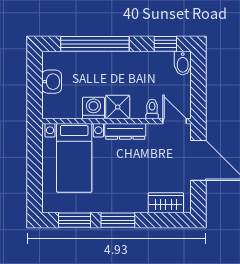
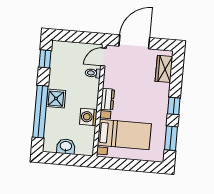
bidet: (183, 63) -> (61, 47), removed
shower: (118, 107) -> (56, 99), moved
dresser: (125, 131) -> (107, 99), width x0.70
window: (118, 220) -> (174, 106), width x0.67

